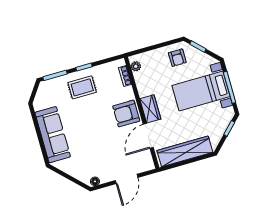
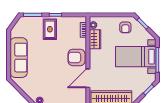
rug: (82, 87) -> (50, 29), turned 90
wardrobe: (150, 109) -> (95, 39), moved

